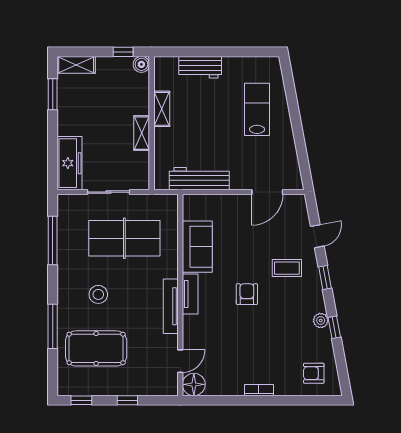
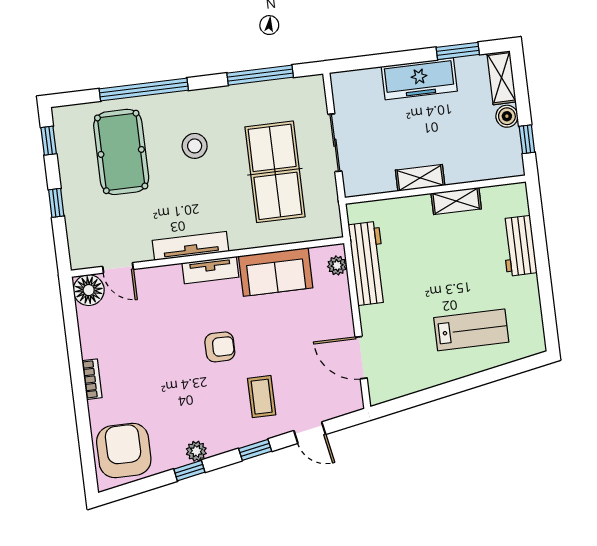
boiler: (141, 64) -> (507, 116), moved
freezer: (69, 163) -> (419, 79), moved
plant: (198, 201) -> (337, 265), added
window: (53, 326) -> (144, 89), width x1.46
armchair: (314, 373) -> (124, 450), width x1.88, depth x1.88

